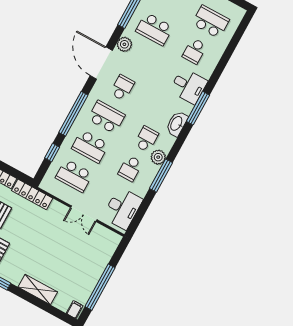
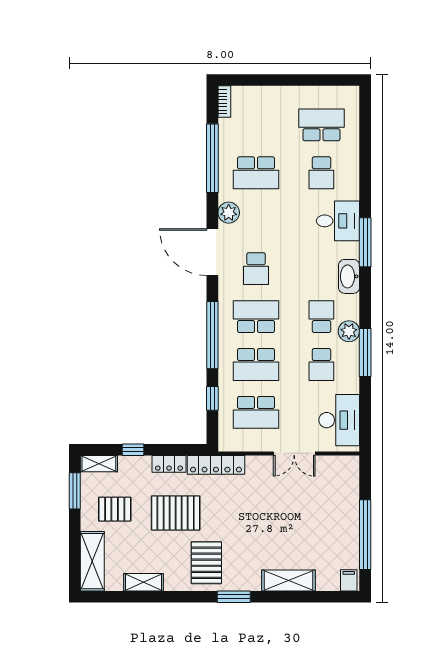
school desk: (122, 88) -> (256, 269), turned 180

